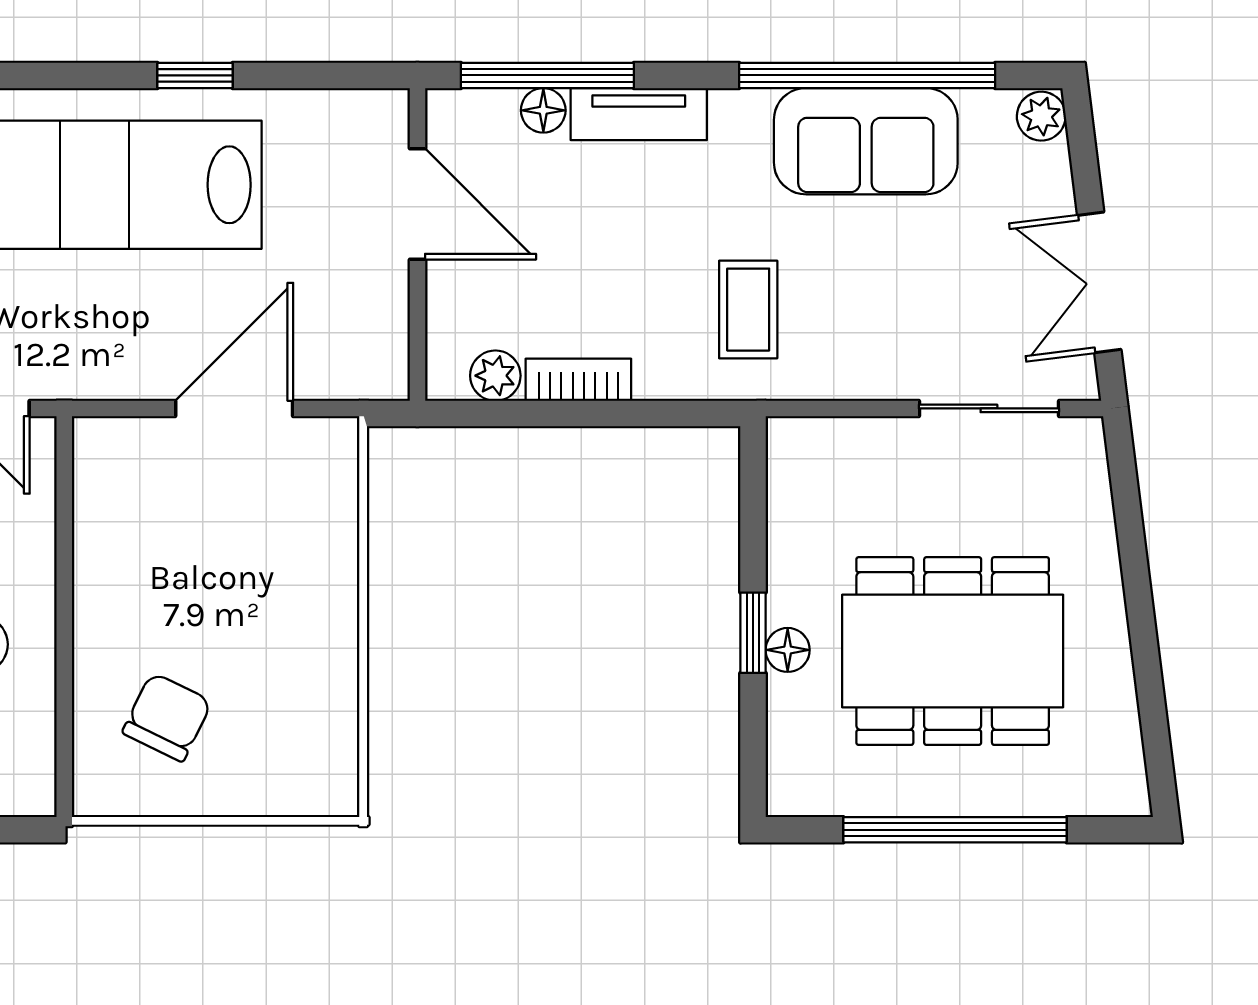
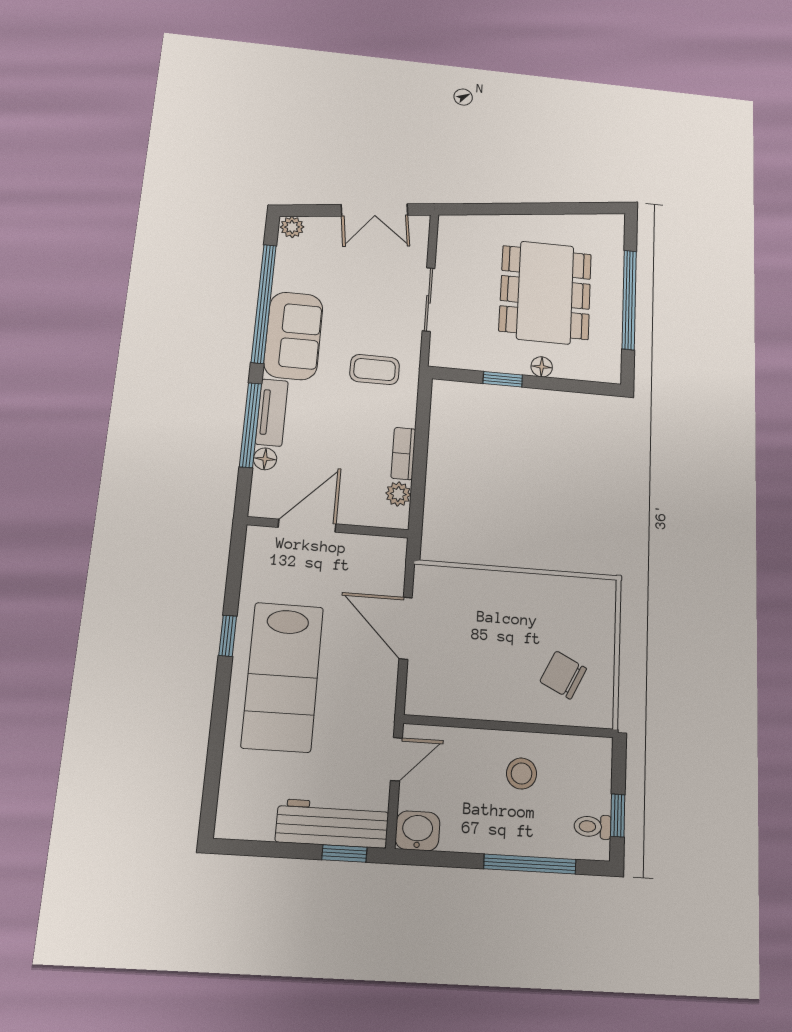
window: (547, 75) -> (251, 425), moved
sofa: (866, 141) -> (293, 336), moved
sliding door: (989, 408) -> (429, 299), moved
window: (753, 633) -> (503, 379), moved

